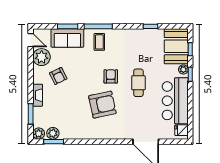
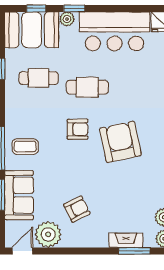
cafe table: (144, 51) -> (39, 78), added
armchair: (111, 76) -> (78, 129), turned 180
fireplace: (38, 95) -> (126, 240), moved

